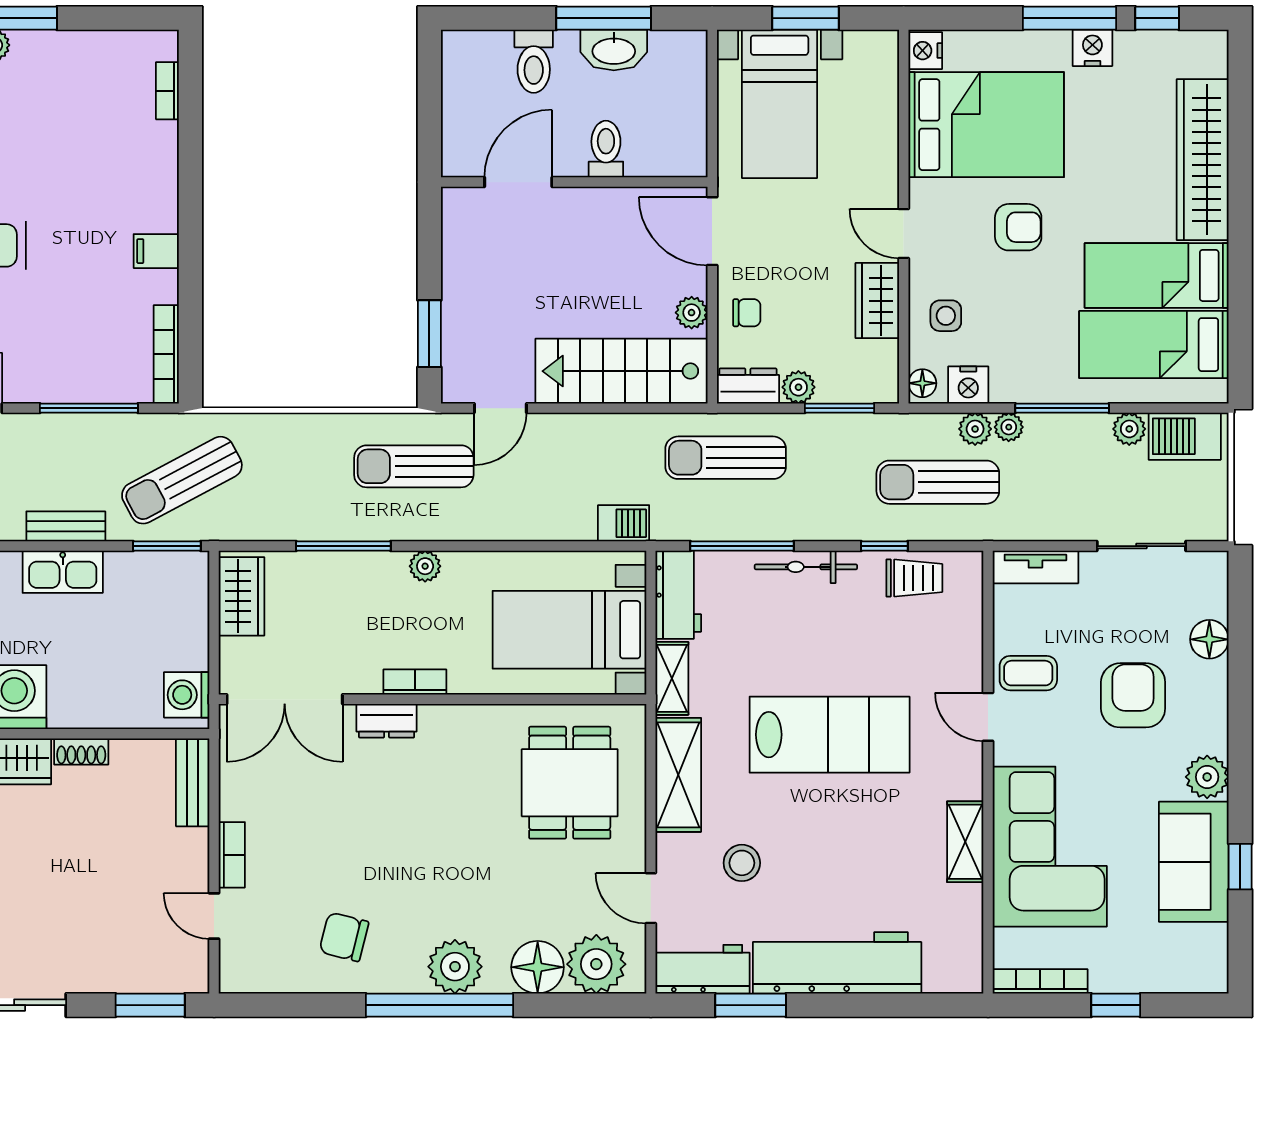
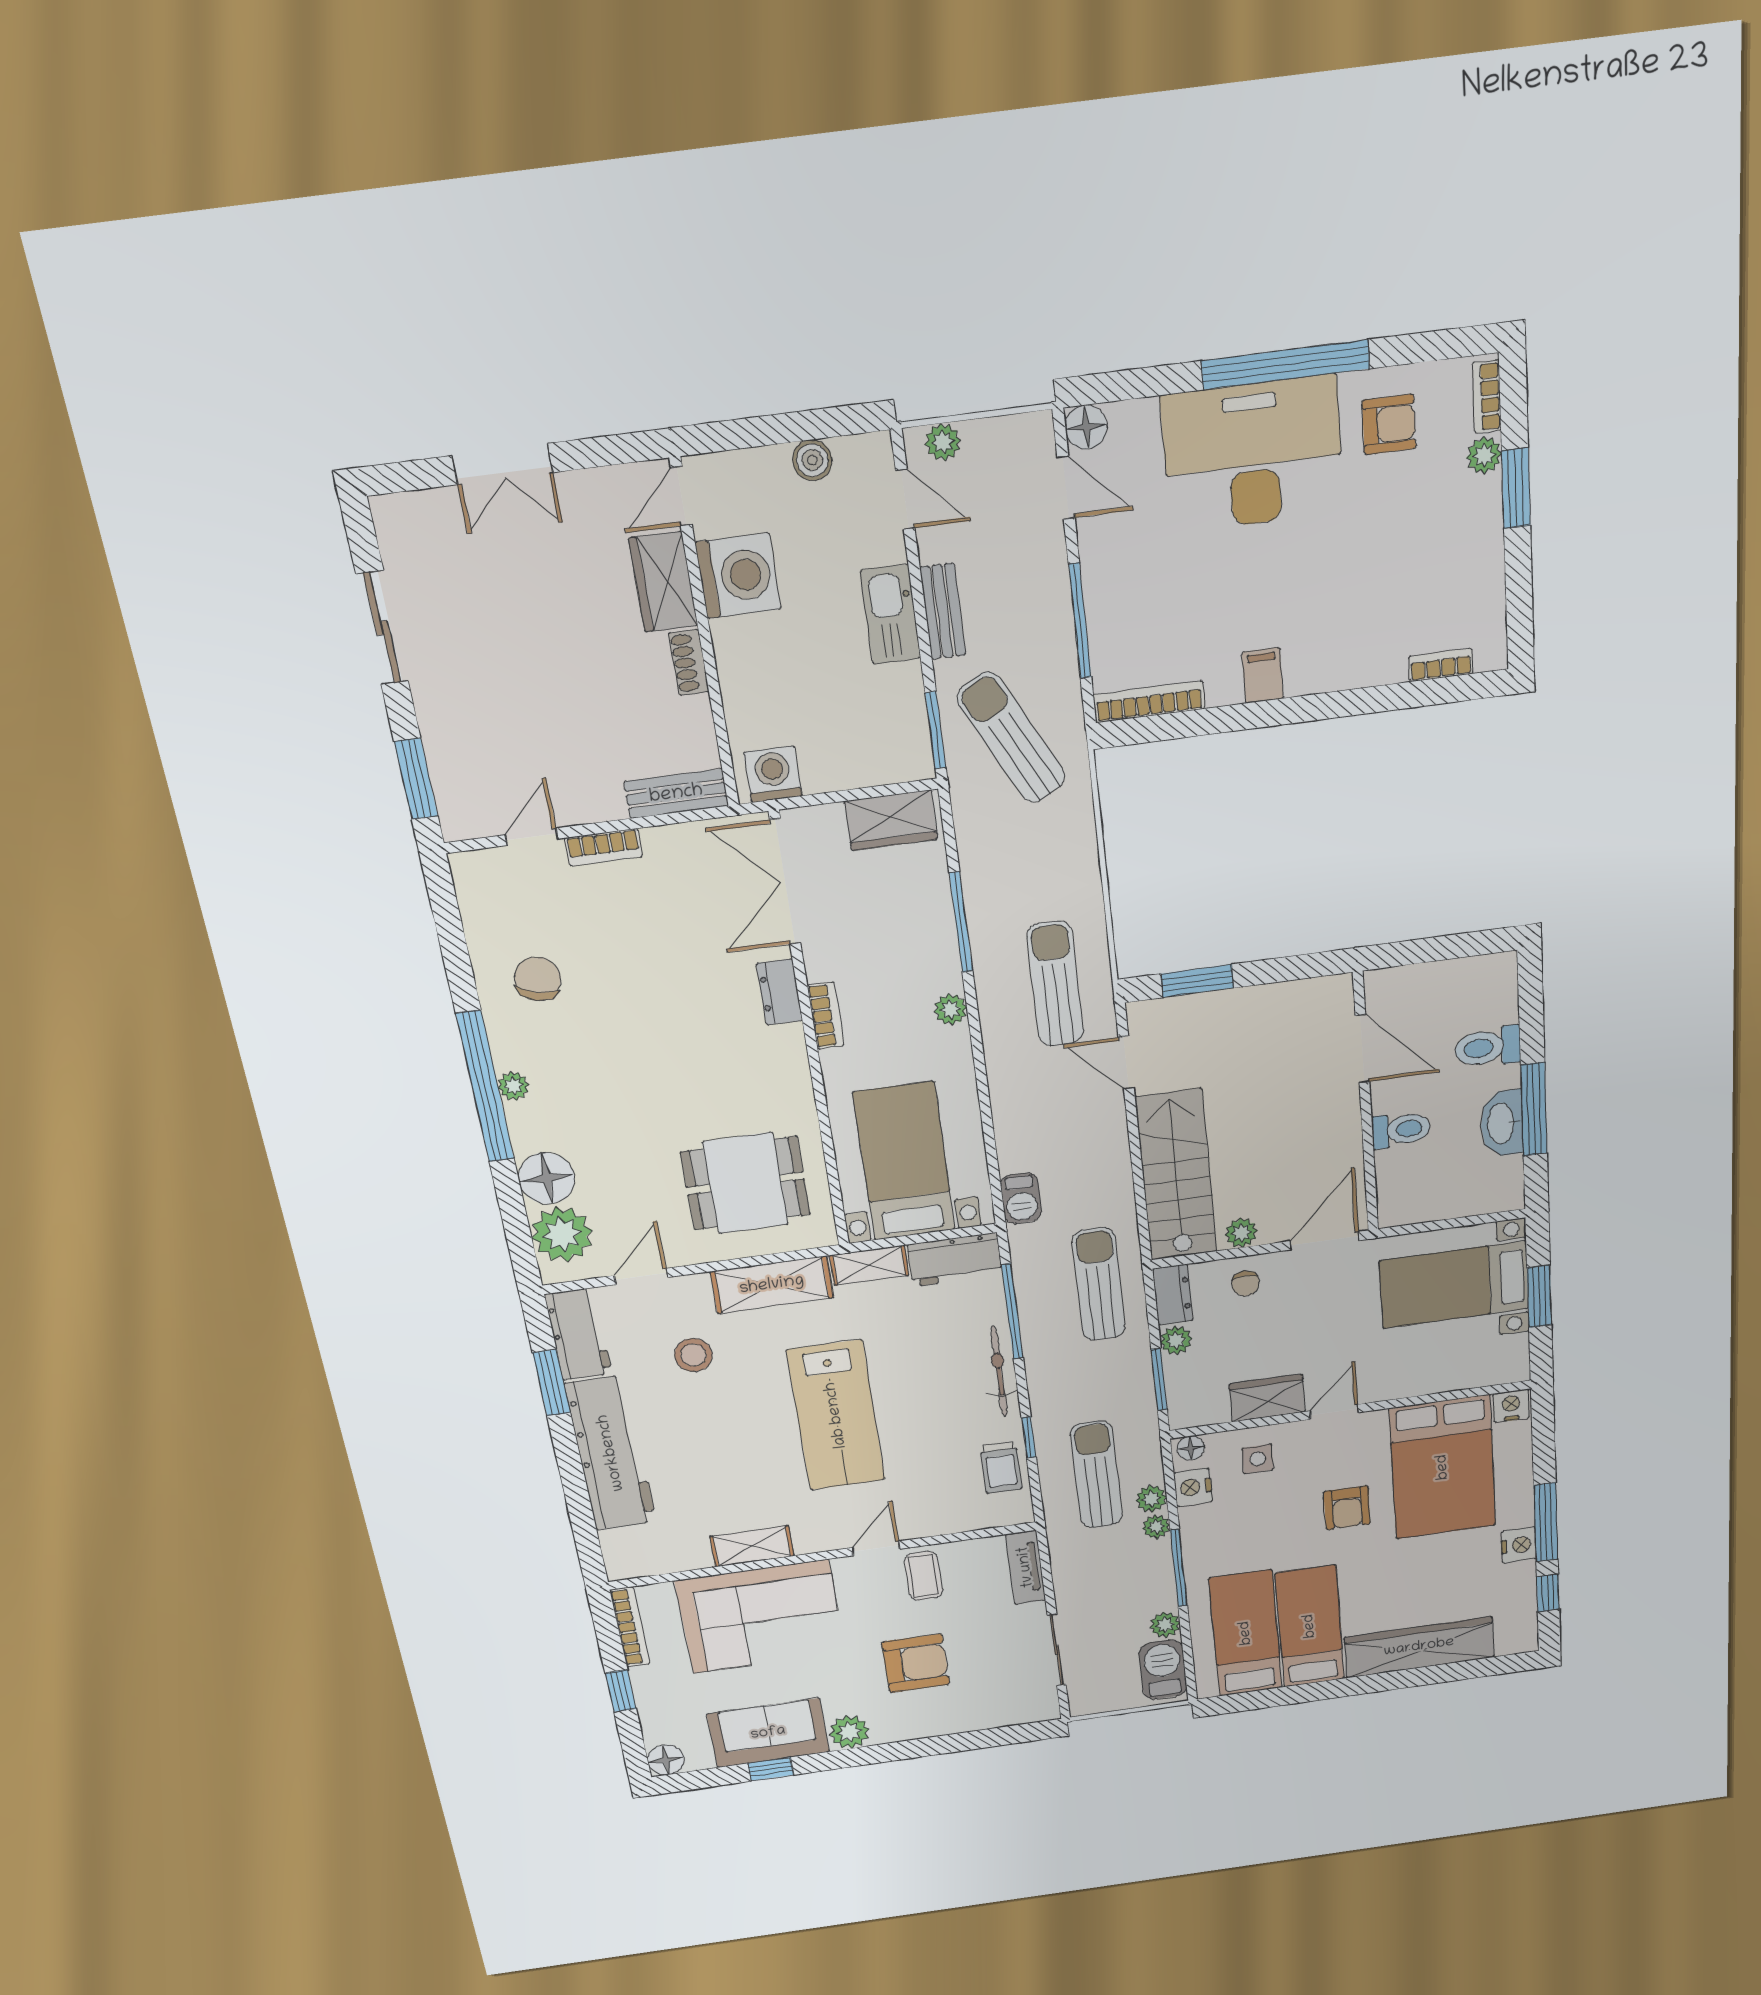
floor lamp: (1209, 639) -> (666, 1760), moved
plant: (455, 967) -> (514, 1086), width x0.53, depth x0.53

